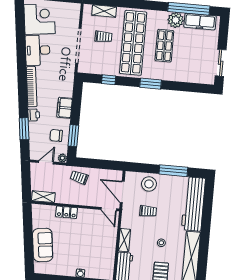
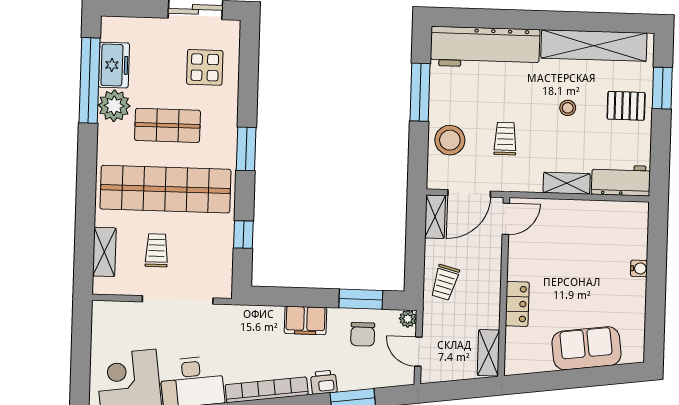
freezer: (200, 22) -> (114, 65), width x0.71
display table: (192, 66) -> (205, 67), added
shelving: (112, 174) -> (435, 217), added

